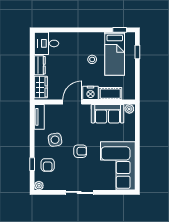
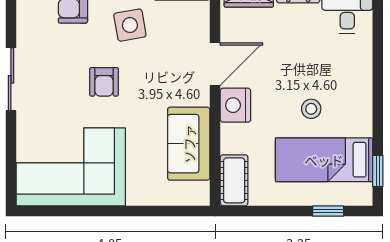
cot: (110, 94) -> (234, 180), moved
door: (72, 102) -> (215, 64), hinge flipped
plant: (129, 109) -> (199, 193), removed

